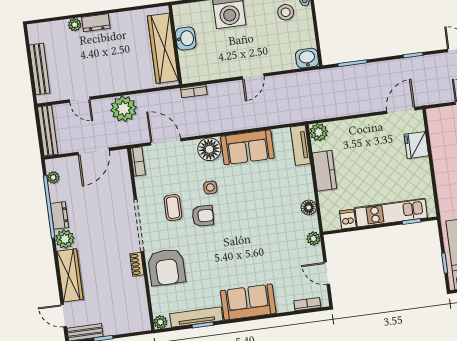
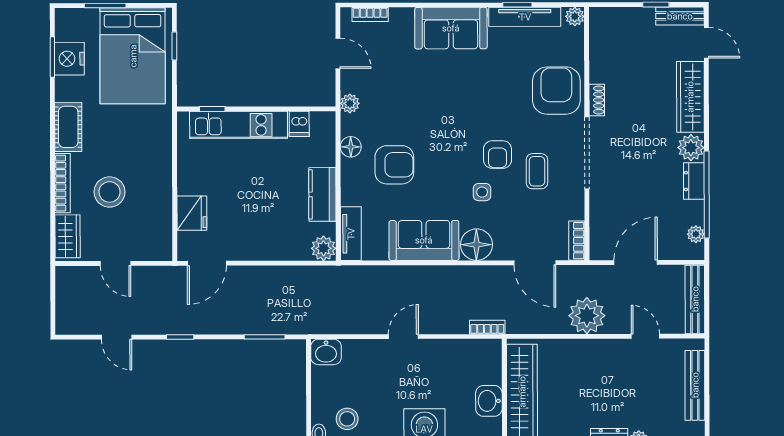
armchair: (276, 199) -> (394, 165), added
armchair: (203, 216) -> (497, 155), turned -92

